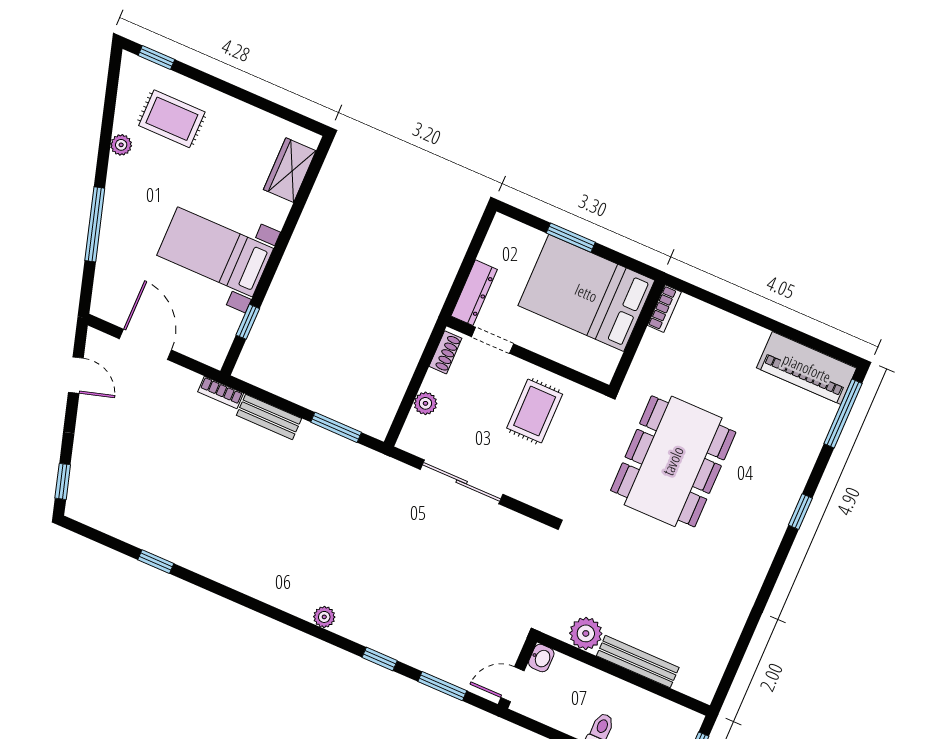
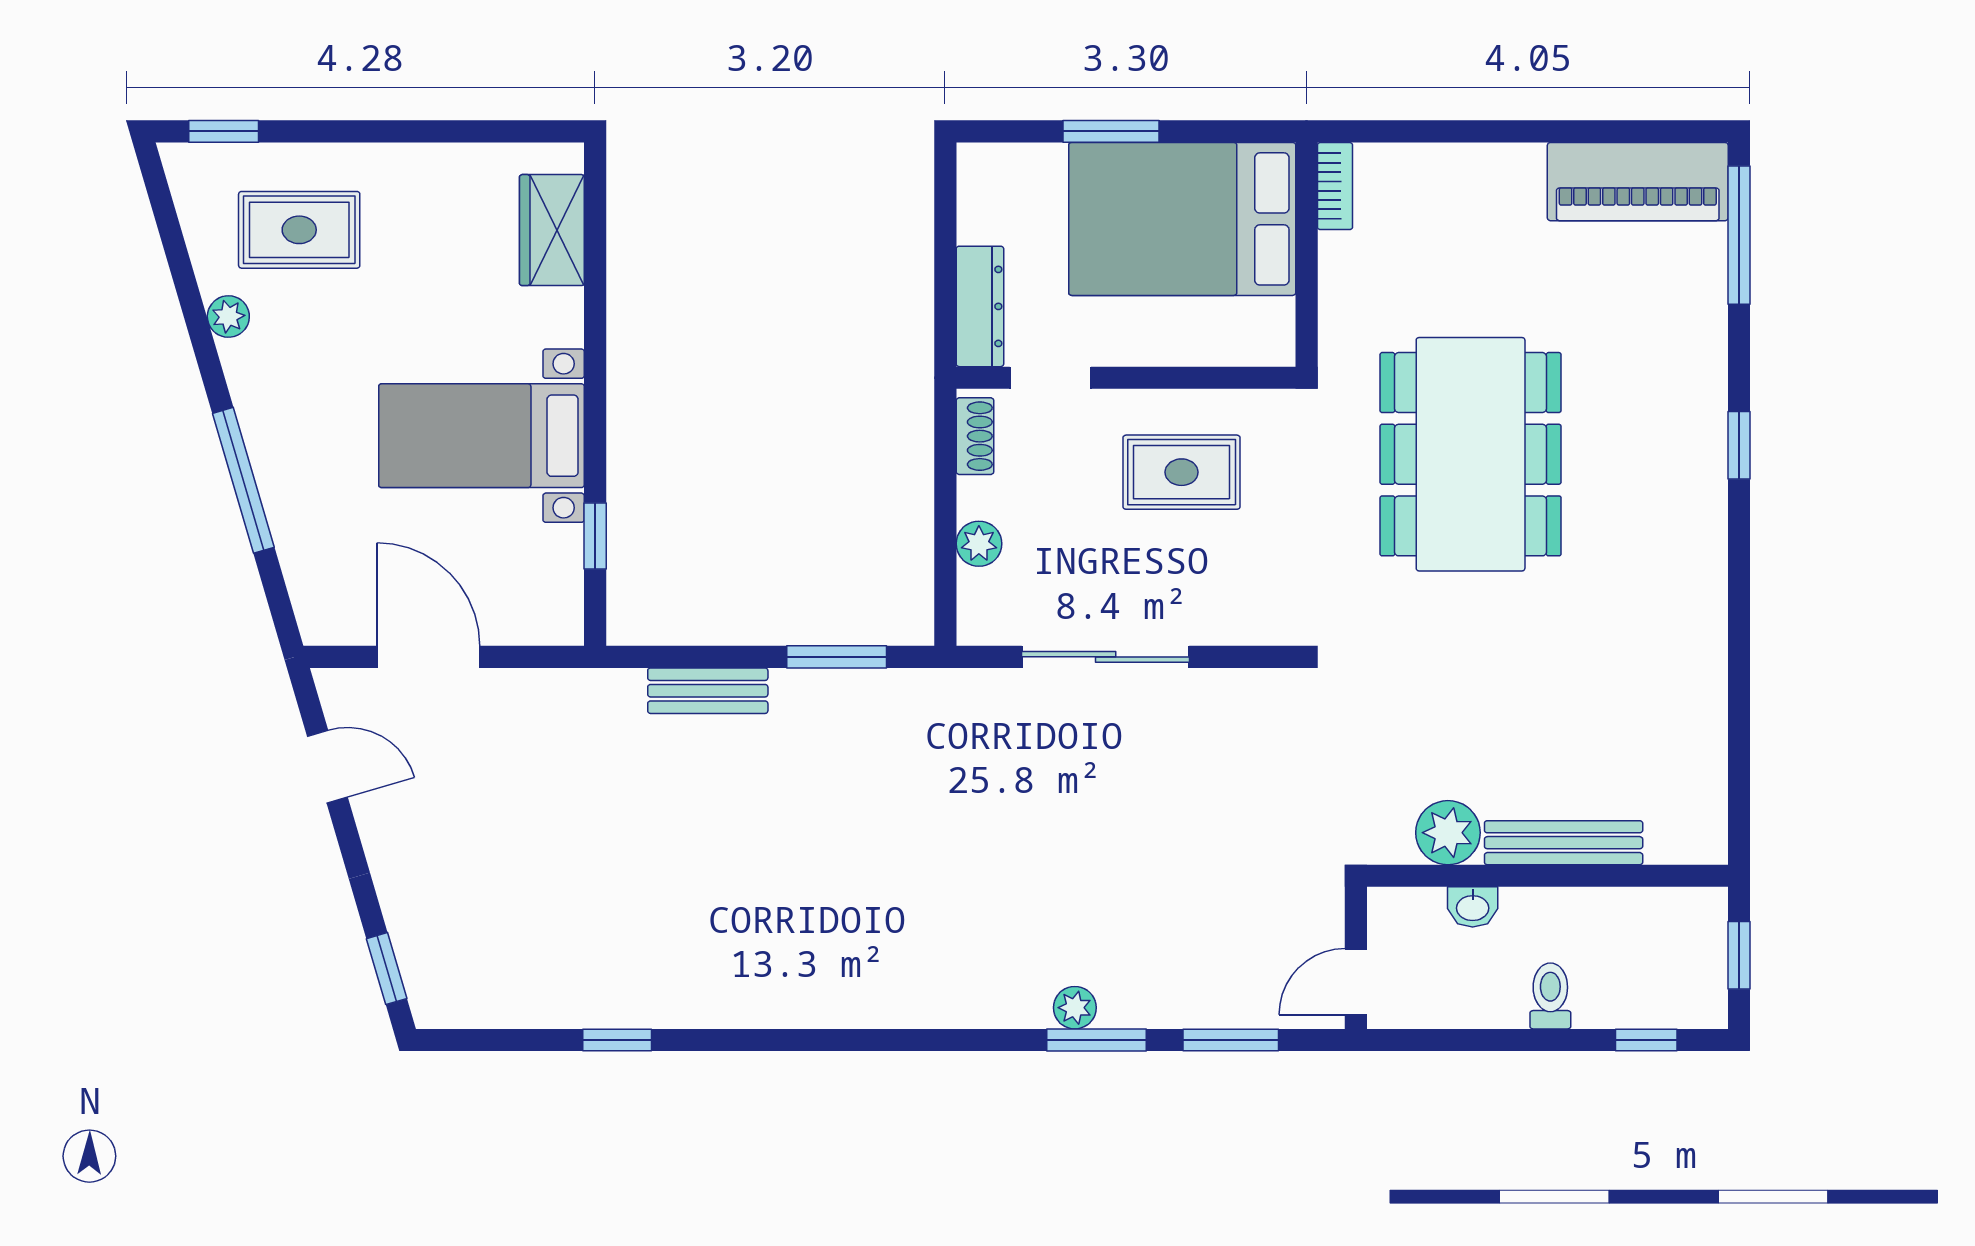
bookcase: (221, 392) -> (601, 685), removed
rug: (535, 411) -> (1182, 472), turned 90
plant: (324, 617) -> (1075, 1008), moved
washbasin: (541, 658) -> (1473, 907), moved, turned 90
window: (380, 659) -> (1096, 1040), width x1.50

